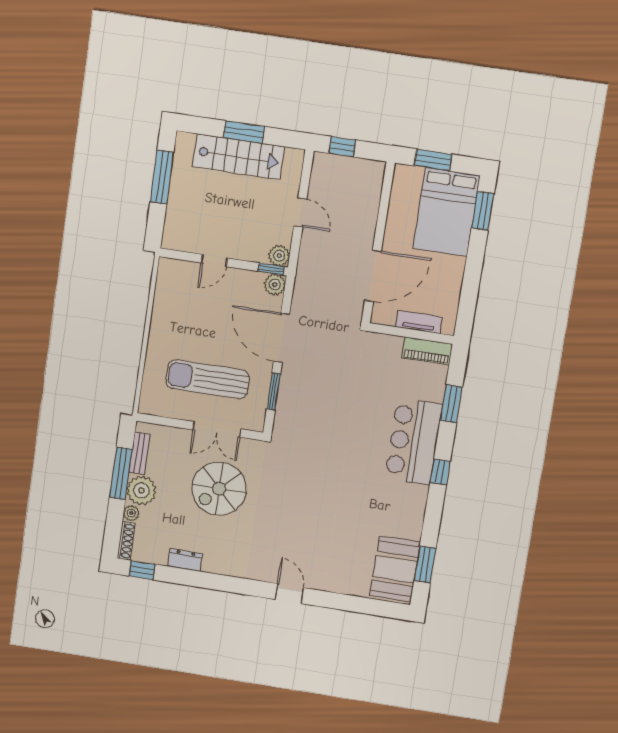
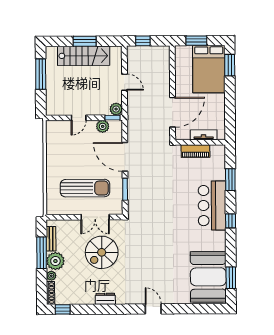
plant: (275, 285) -> (103, 126), moved
piano: (427, 351) -> (195, 151), moved
sun lounger: (208, 379) -> (85, 188), turned 180
dresser: (185, 560) -> (105, 299), moved
booth: (395, 569) -> (208, 277), width x1.36, depth x1.42

